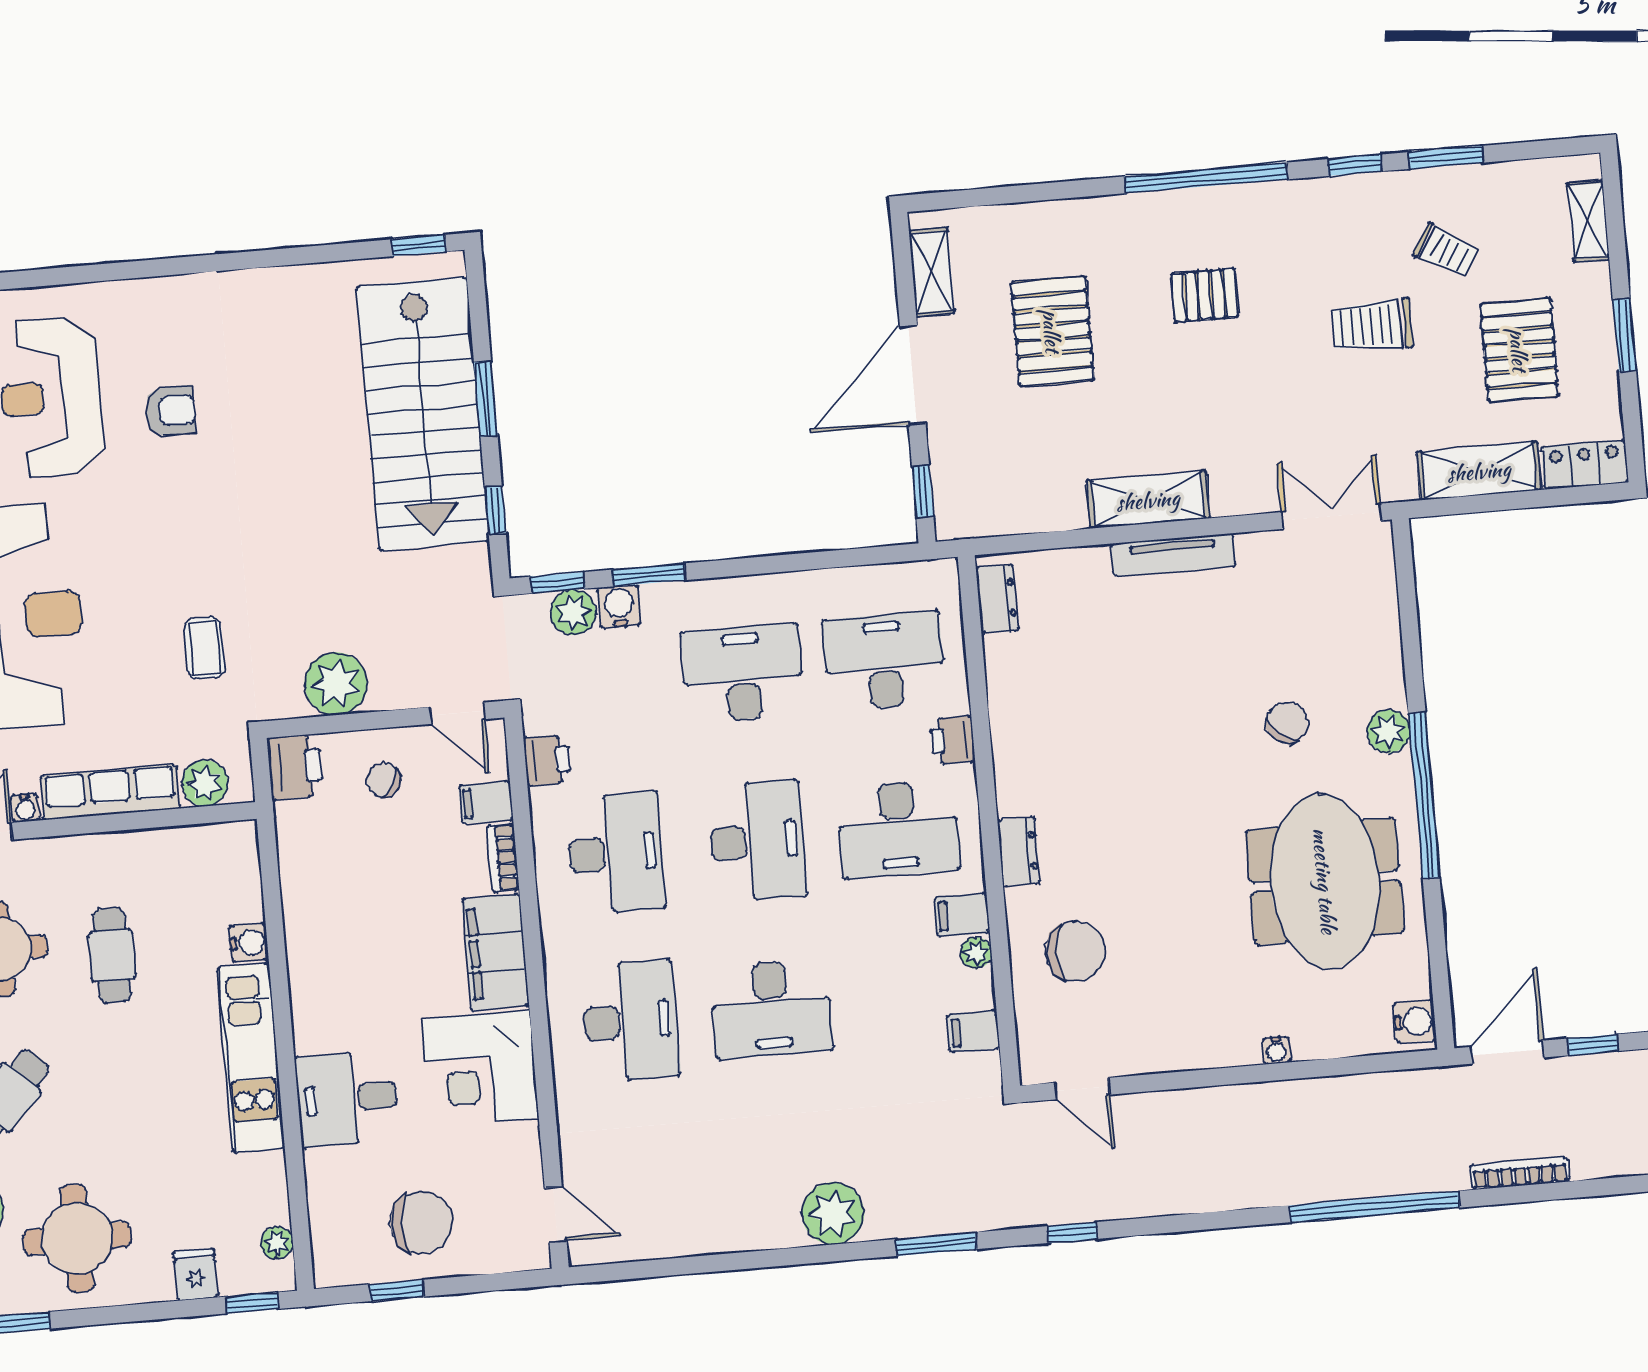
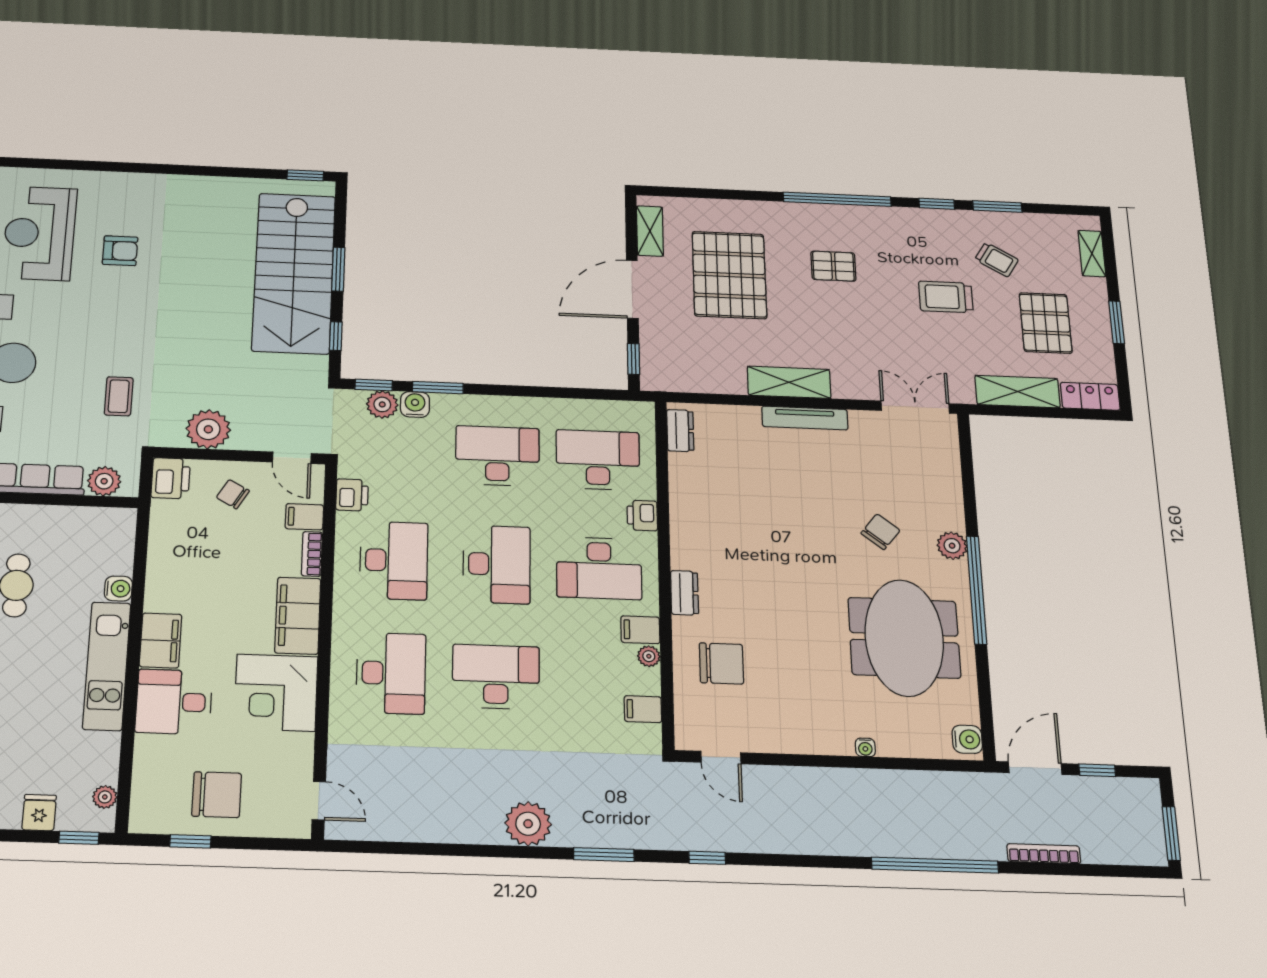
pallet: (1052, 331) -> (729, 275), width x1.37, depth x1.41
desk: (771, 1009) -> (496, 677), turned 180
filing cabinet: (317, 1012) -> (161, 640), added

